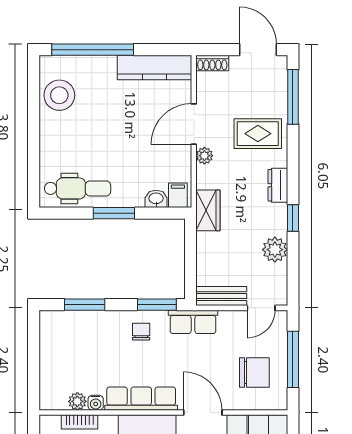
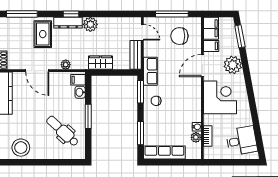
plant: (204, 156) -> (66, 65), moved
dresser: (278, 185) -> (68, 23), width x1.44
dental chair: (78, 188) -> (62, 131), moved, turned -47
wardrobe: (208, 210) -> (100, 63), moved
window: (293, 218) -> (71, 14), moved
plant: (275, 250) -> (90, 24), moved
chair: (254, 373) -> (179, 36), turned -90
row of seats: (141, 399) -> (164, 152), moved, turned 90

